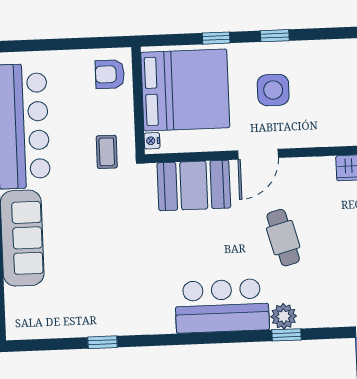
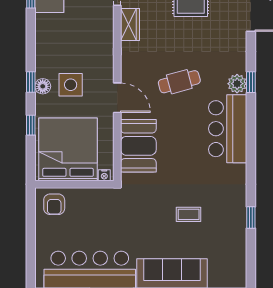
floor lamp: (269, 52) -> (43, 86), added
coffee table: (107, 152) -> (189, 214), moved

